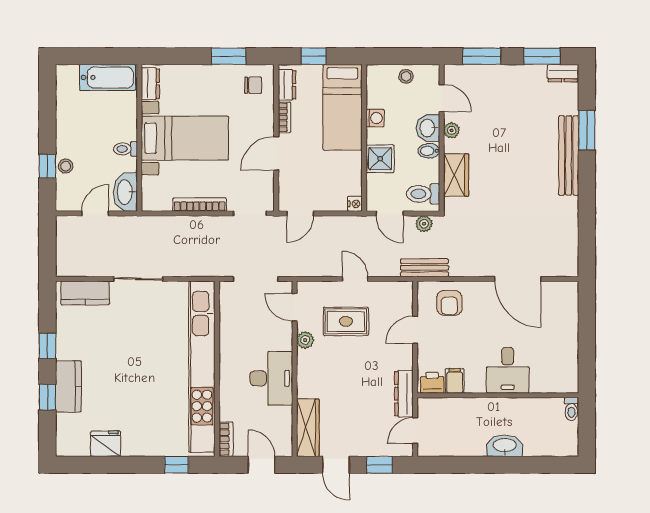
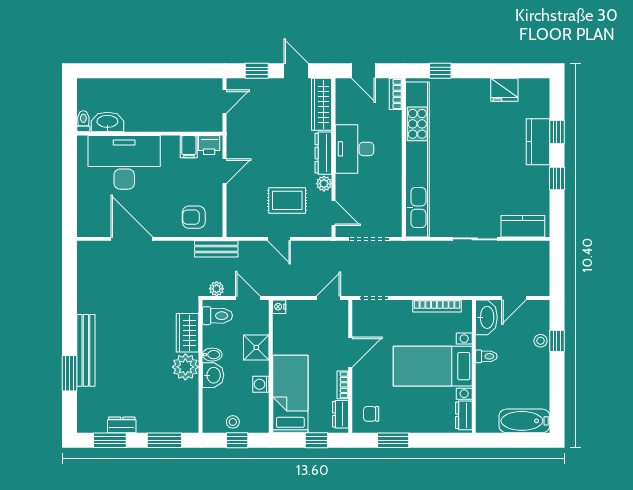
window: (401, 56) -> (237, 440), added
dresser: (563, 73) -> (122, 425), moved
bathtub: (107, 78) -> (524, 421), moved
door: (442, 98) -> (201, 402), removed
plant: (452, 130) -> (185, 367), width x1.87, depth x1.87
bookcase: (200, 205) -> (437, 306), moved
armchair: (449, 303) -> (194, 217), turned -90
door: (415, 330) -> (225, 171), moved
desk: (508, 370) -> (124, 162), width x1.87, depth x1.30
dresser: (404, 394) -> (323, 153), moved, turned 180
washbasin: (505, 446) -> (107, 122), moved, turned 180

